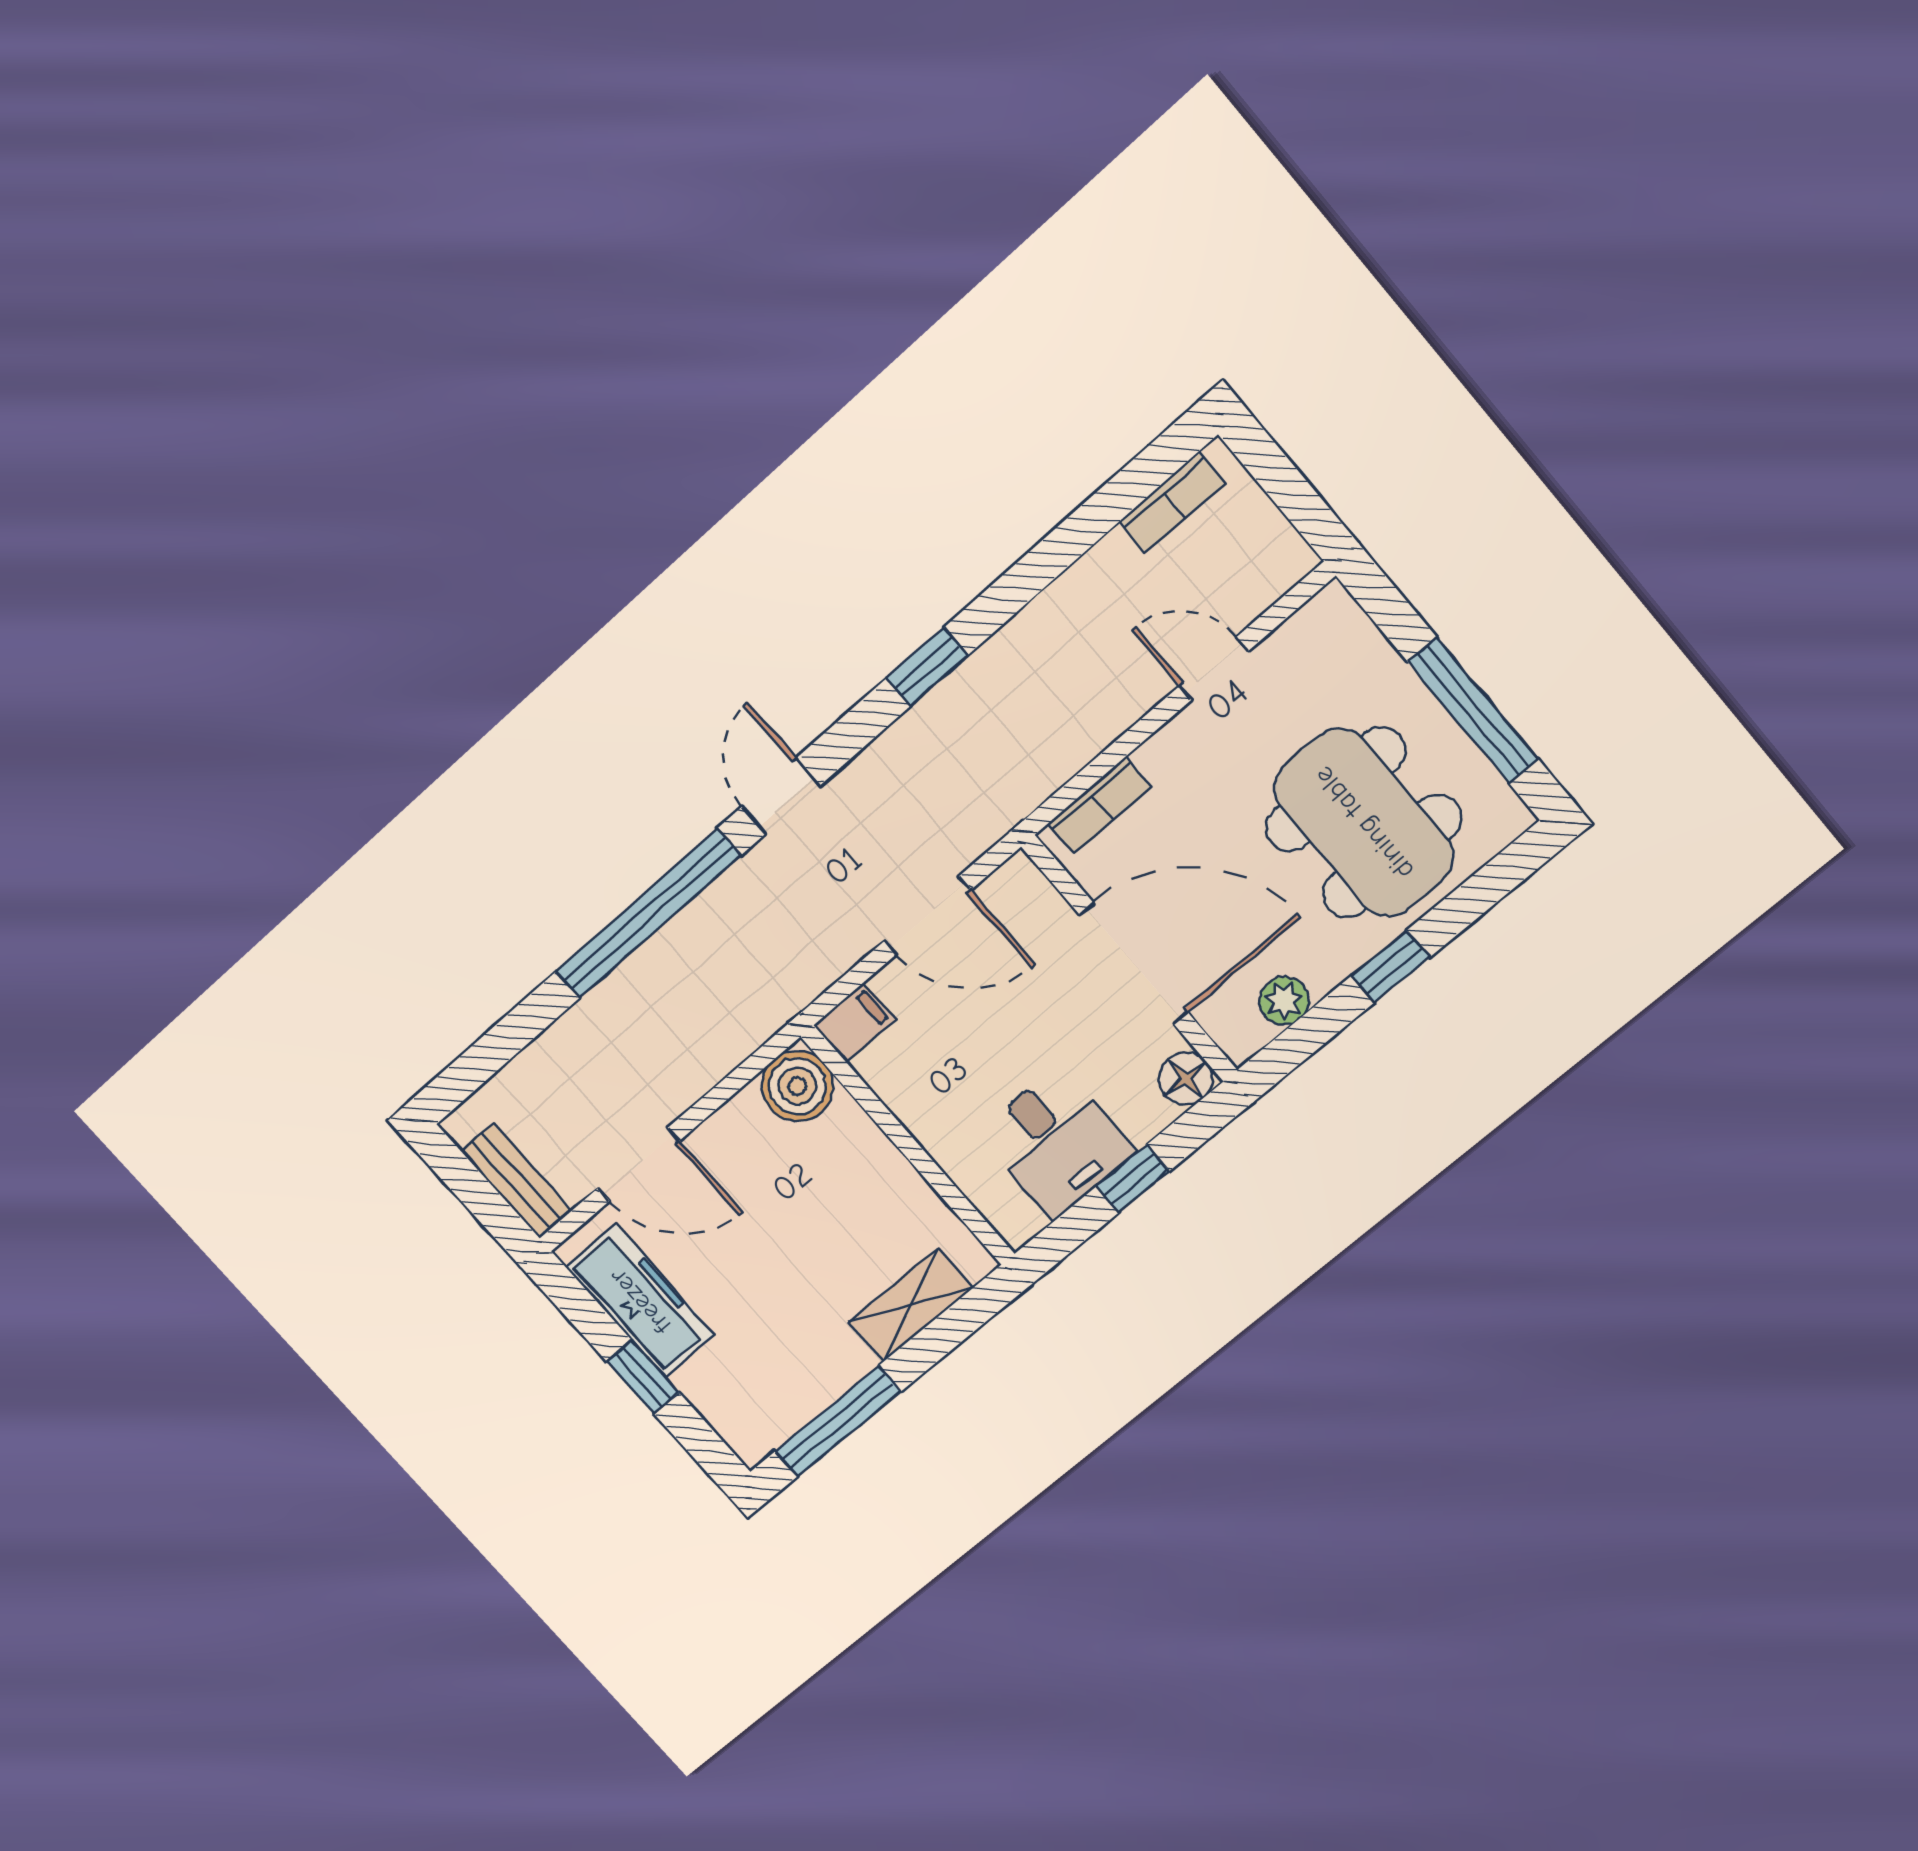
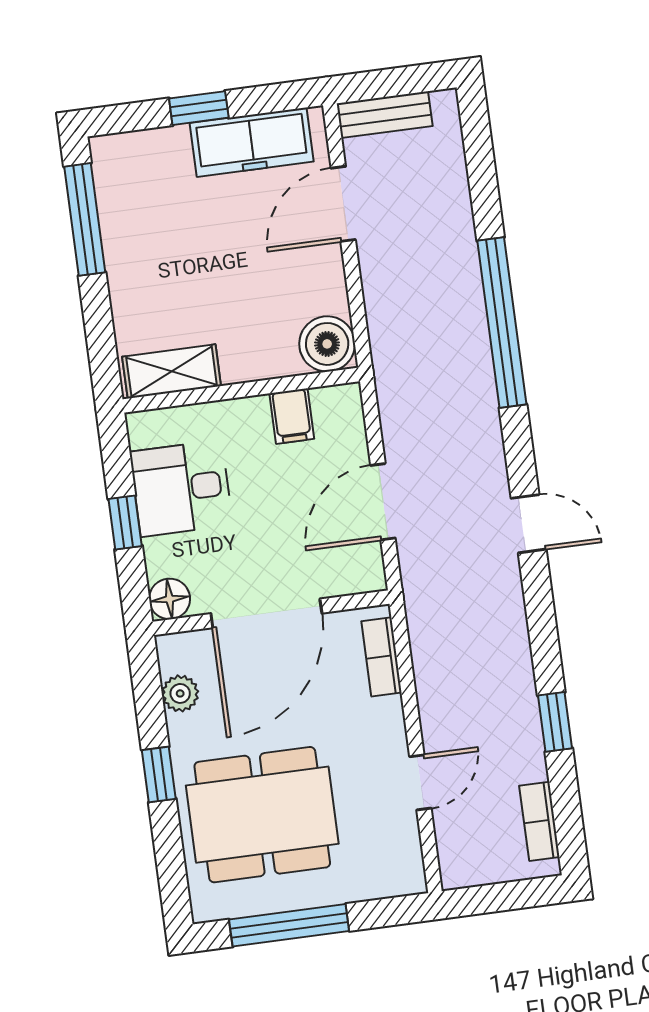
window: (927, 667) -> (555, 722), moved
door: (781, 796) -> (529, 524), moved
filing cabinet: (855, 1023) -> (292, 416), moved
shelving: (911, 1305) -> (172, 371), moved, turned 90

